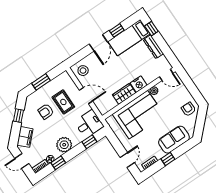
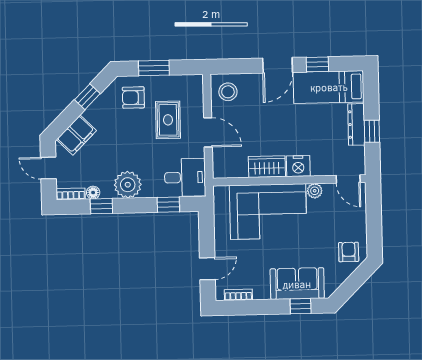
window: (151, 29) -> (372, 131), moved
armchair: (46, 112) -> (133, 98), moved
window: (168, 159) -> (301, 306), moved

